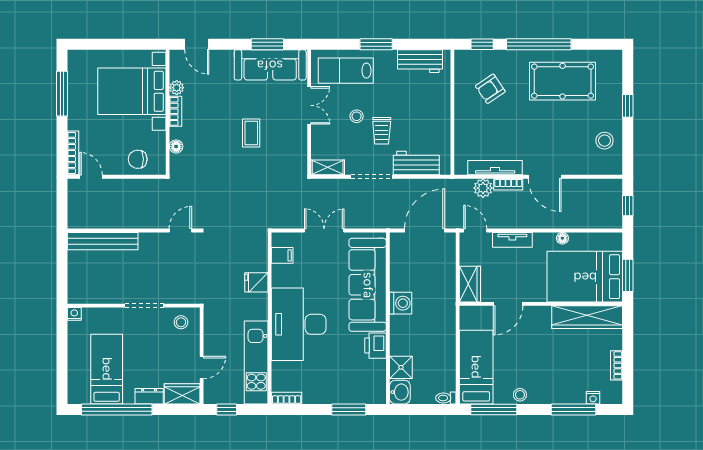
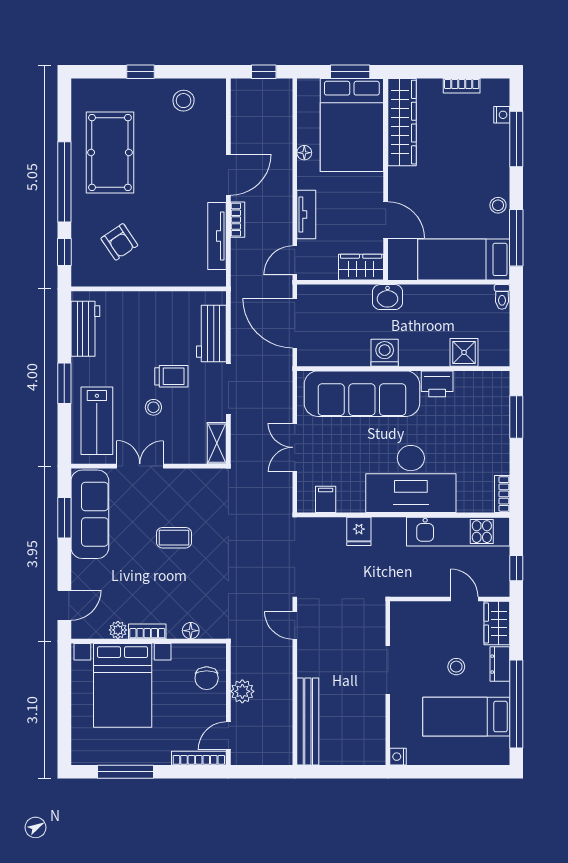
plant: (483, 188) -> (242, 691), moved
stool: (181, 322) -> (456, 667), moved
washbasin: (400, 392) -> (388, 297), moved, turned 180

